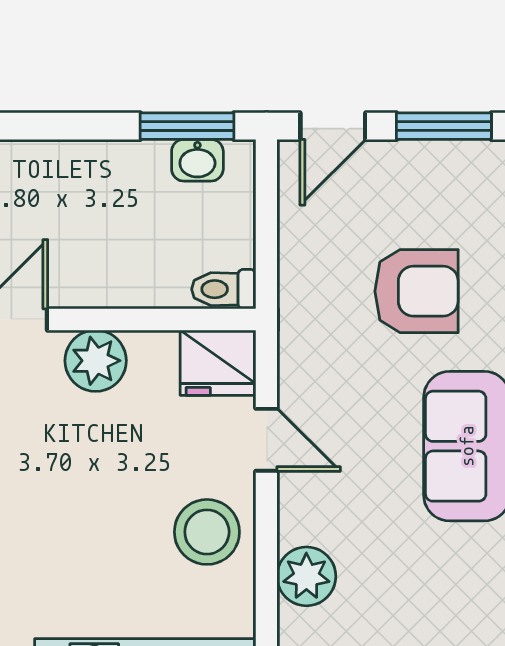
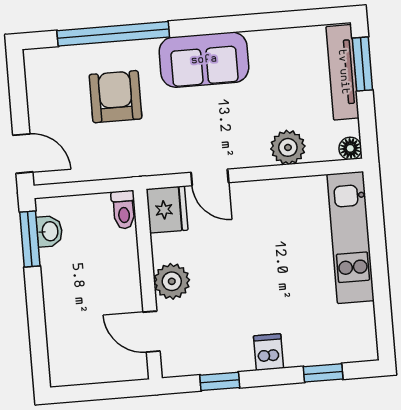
window: (444, 126) -> (17, 89), removed
door: (266, 440) -> (210, 177), swing flipped
stool: (207, 532) -> (267, 208), removed

